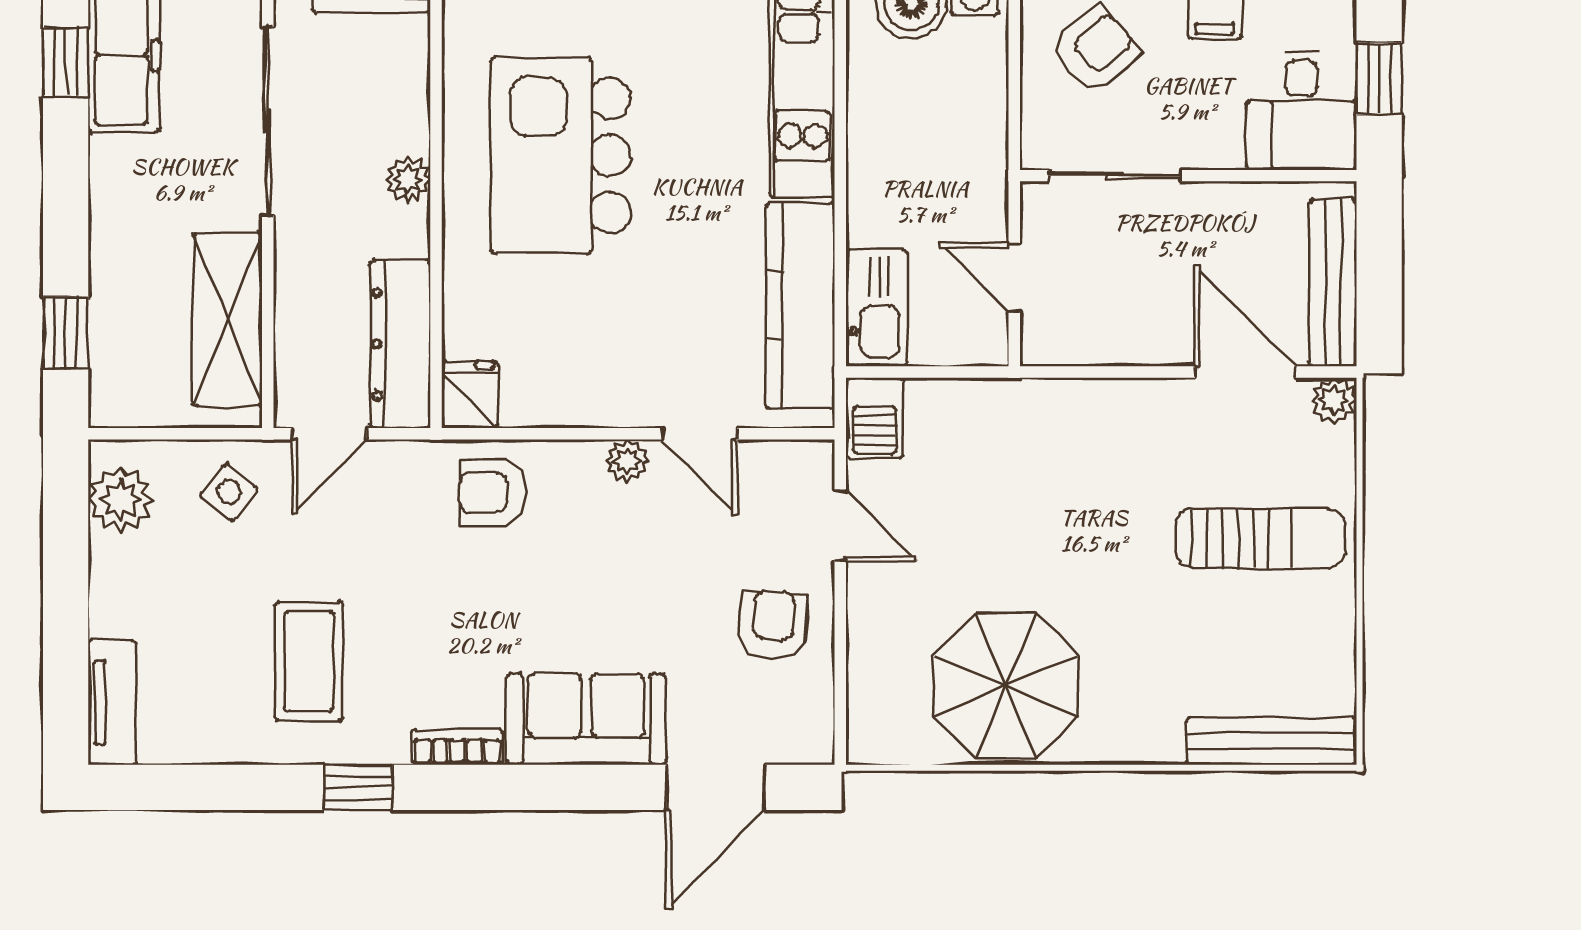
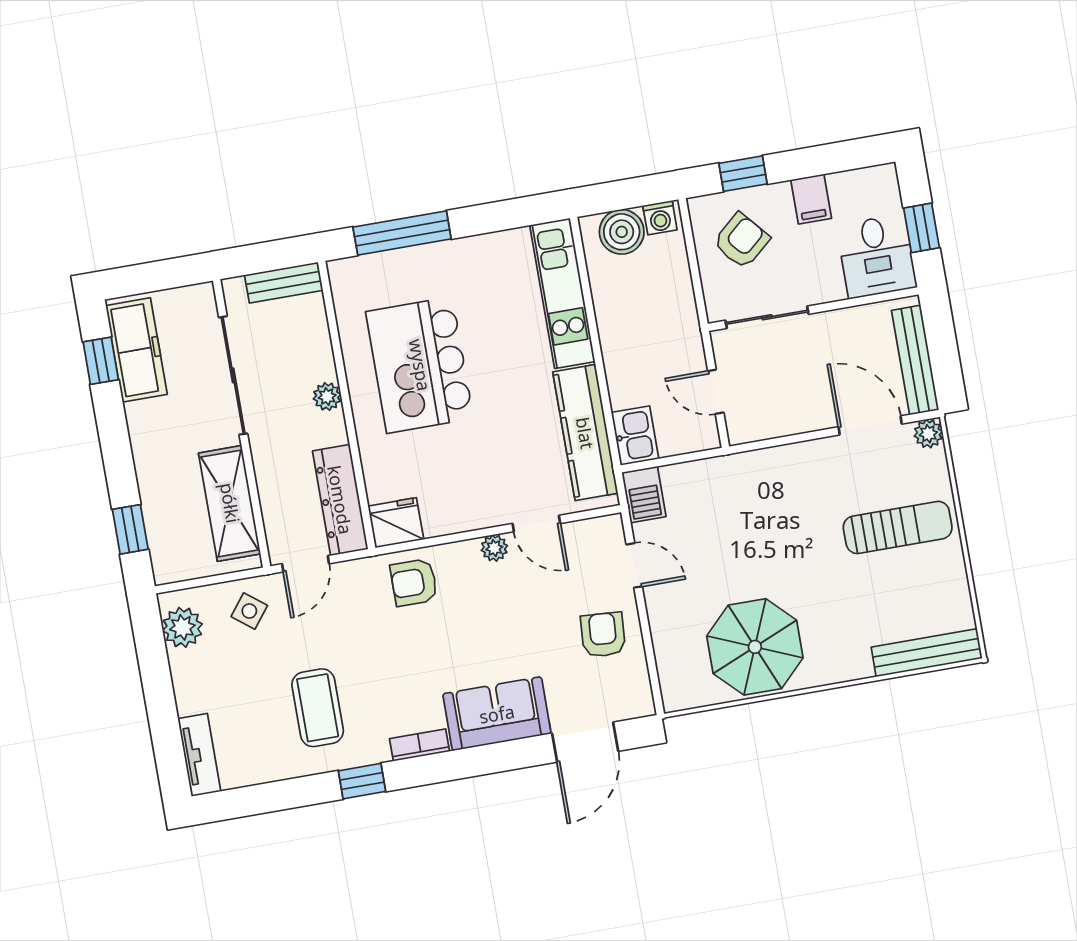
kitchen sink: (877, 308) -> (635, 436), width x0.73
fridge: (470, 395) -> (396, 523), width x1.38

